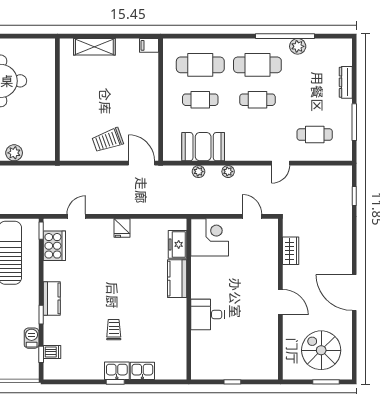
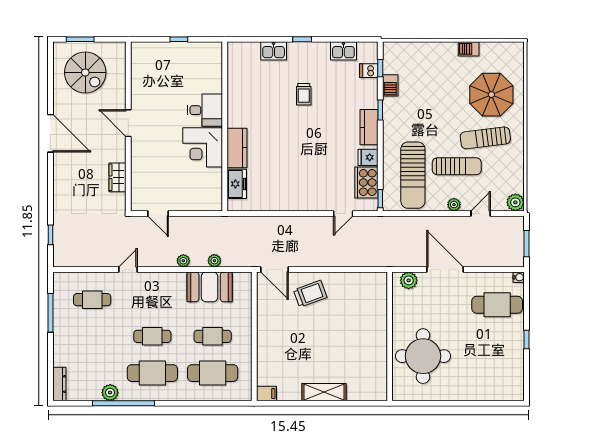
dresser: (346, 82) -> (59, 384), moved
wall: (57, 100) -> (390, 336), moved
fridge: (122, 228) -> (368, 157), moved, turned -90
corner desk: (210, 237) -> (203, 147), moved
kitchen sink: (117, 371) -> (343, 51), moved

